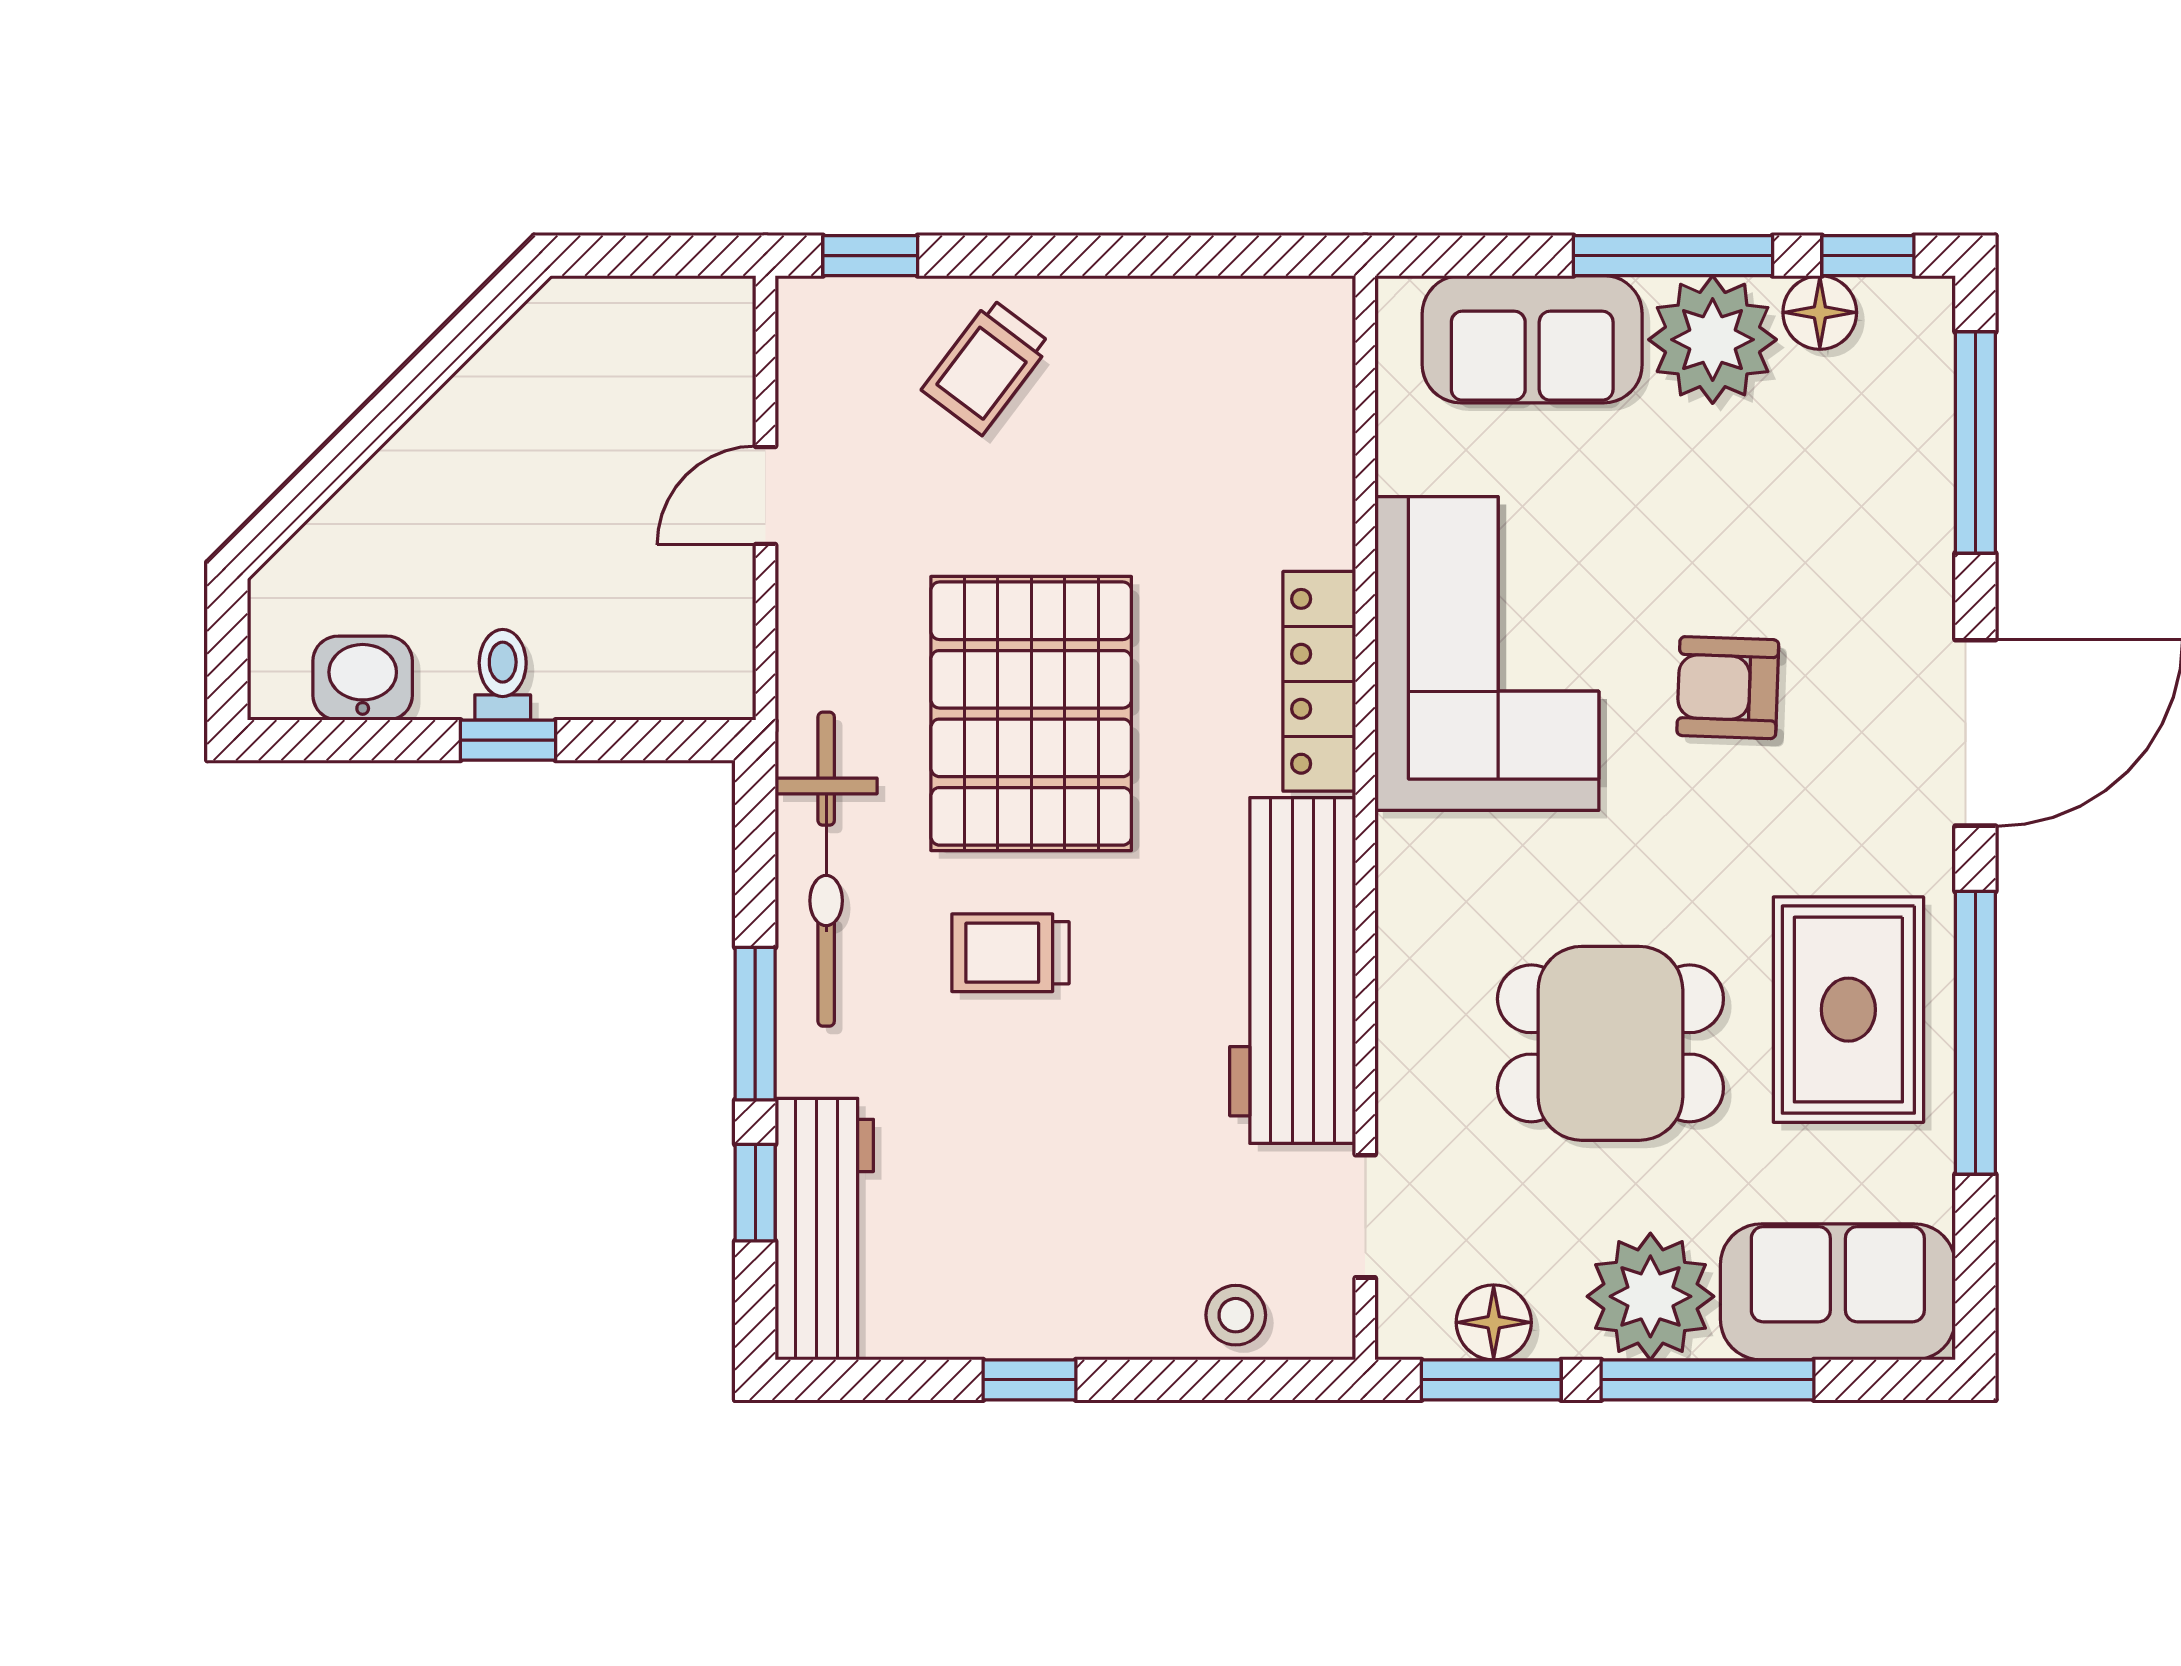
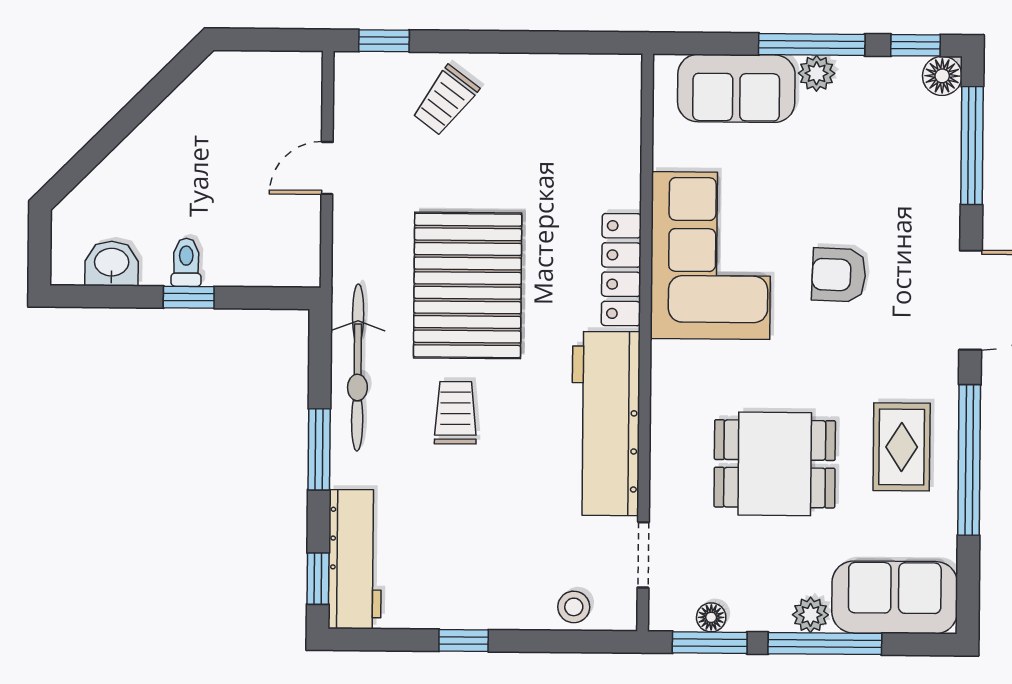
floor lamp: (1820, 312) -> (942, 76), moved
plant: (1713, 340) -> (817, 73), width x0.53, depth x0.53
trolley: (1010, 953) -> (455, 413), turned 90
rug: (1848, 1010) -> (902, 447), width x0.73, depth x0.70
window: (755, 1193) -> (318, 579), moved
plant: (1650, 1296) -> (810, 615), width x0.53, depth x0.53
floor lamp: (1494, 1322) -> (711, 617), width x0.73, depth x0.73

